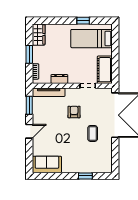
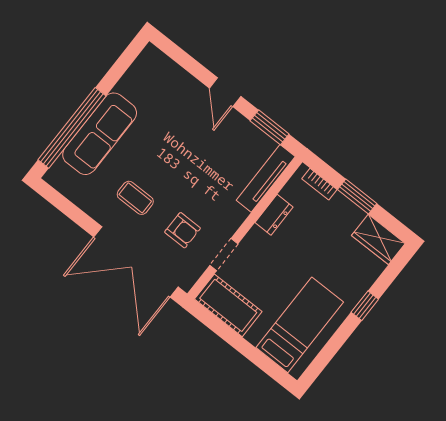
window: (83, 21) -> (365, 306), moved
armchair: (74, 112) -> (183, 230), moved
sofa: (47, 164) -> (100, 134), moved, width x1.36
window: (85, 176) -> (72, 128), width x3.17

